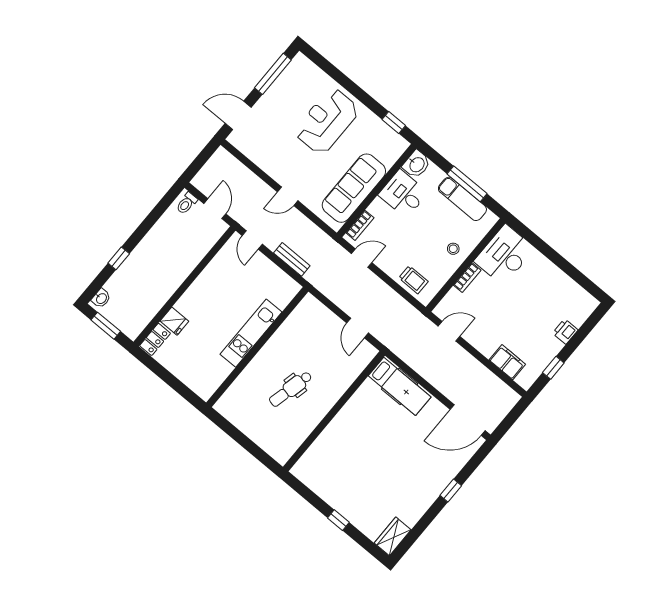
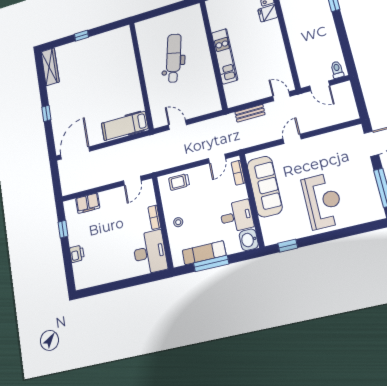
dental chair: (291, 389) -> (174, 58), width x1.36, depth x1.38
wardrobe: (393, 536) -> (50, 67), width x1.50

